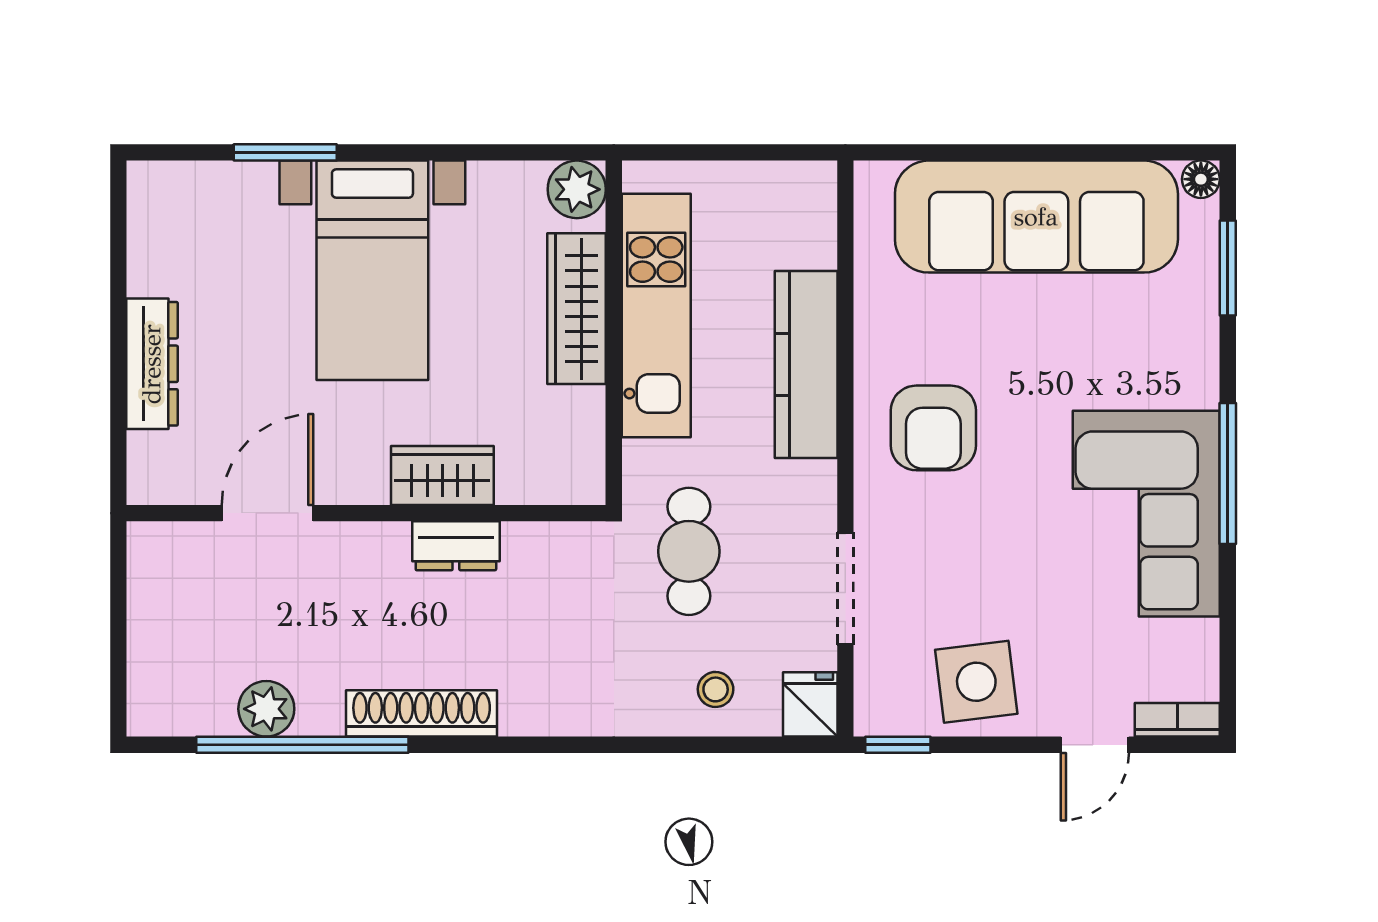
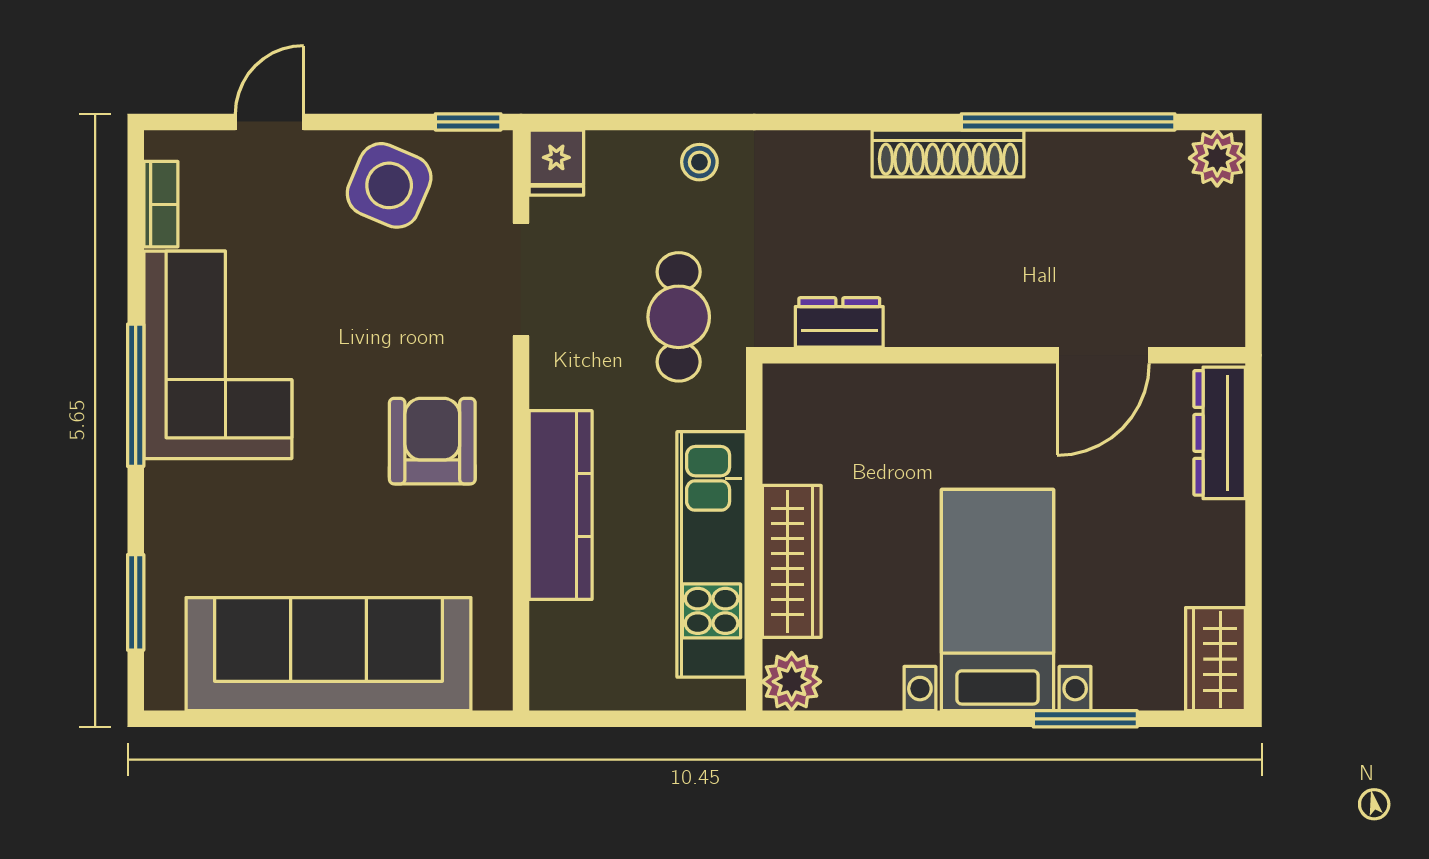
floor lamp: (1201, 179) -> (163, 692), removed
dresser: (152, 364) -> (1220, 433), moved
wardrobe: (442, 475) -> (1215, 659), moved, turned 90
dresser: (456, 546) -> (839, 322), moved
side table: (976, 682) -> (389, 185), turned 30
stool: (716, 689) -> (699, 162), moved
plant: (266, 709) -> (1217, 158), moved
bookcase: (1177, 720) -> (161, 204), moved, turned -90

